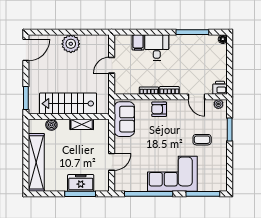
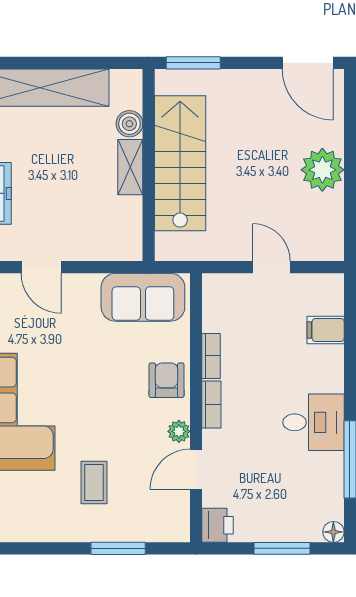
desk: (157, 48) -> (313, 422), moved
window: (230, 61) -> (282, 548), added
plant: (218, 104) -> (179, 431), moved
shelving: (82, 124) -> (130, 167), moved

